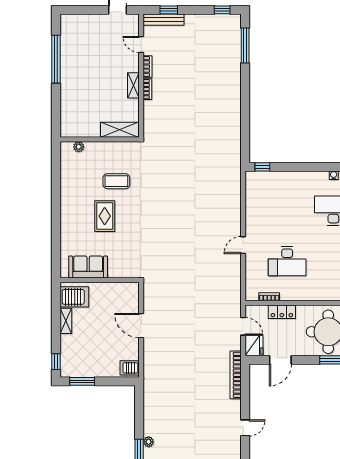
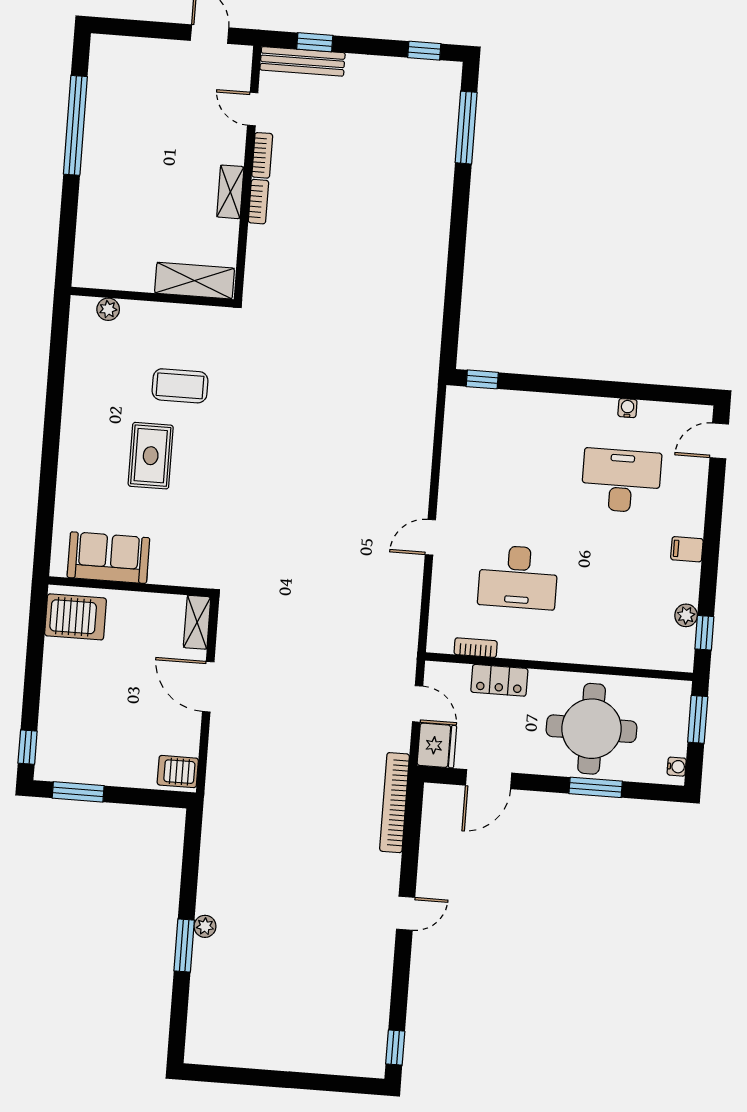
shelving: (66, 321) -> (197, 622), moved

